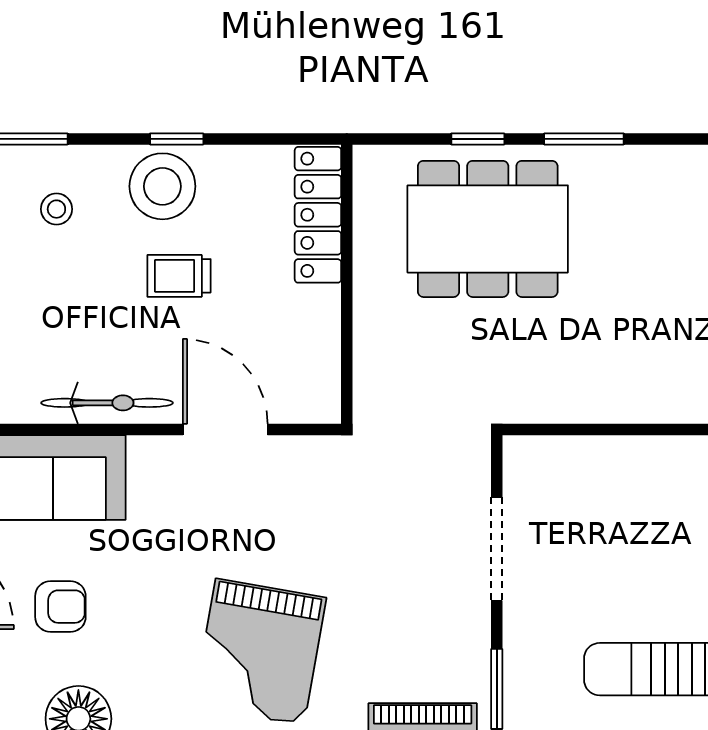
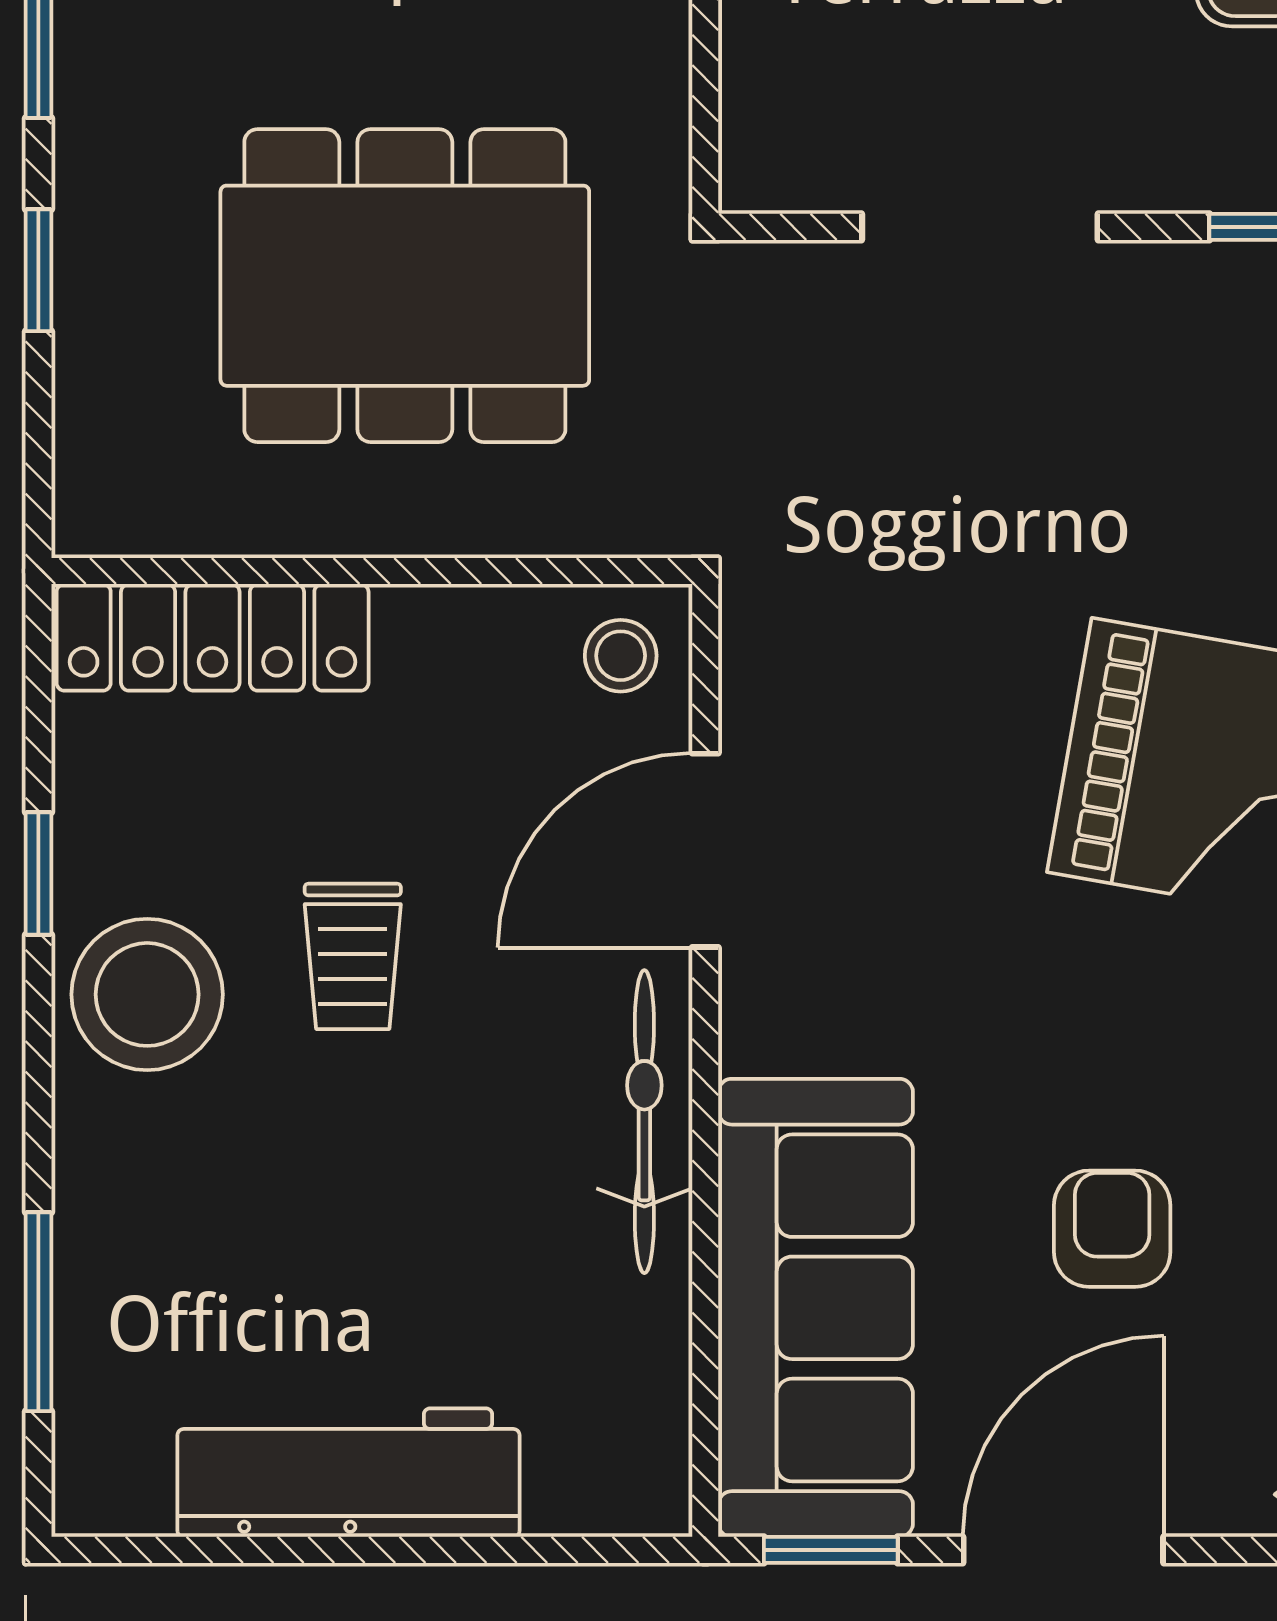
window: (177, 139) -> (38, 873), moved
stool: (56, 209) -> (621, 656), moved
dining table: (488, 229) -> (405, 286), moved, turned 90

